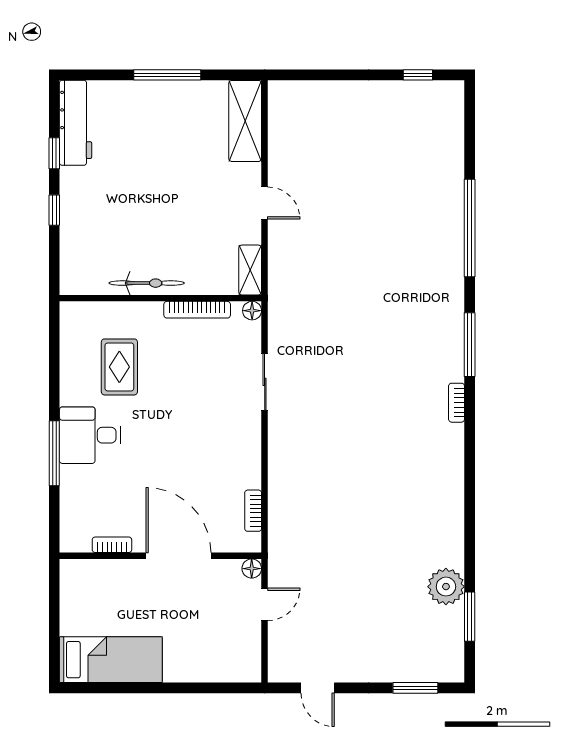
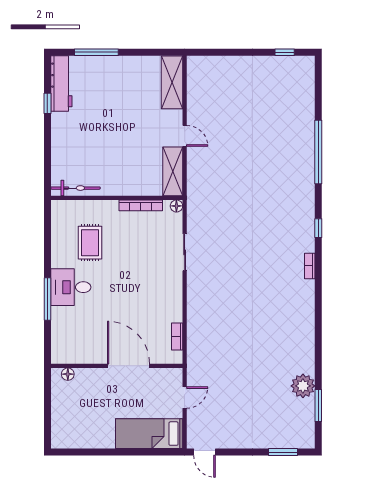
window: (167, 75) -> (96, 52), moved
window: (54, 210) -> (47, 140), removed
shelving: (250, 270) -> (173, 171), width x1.50, depth x1.33
bicycle: (147, 283) -> (75, 188), moved
window: (470, 345) -> (318, 228), width x0.46
bookcase: (112, 545) -> (85, 359), removed
floor lamp: (252, 569) -> (68, 374), moved
bed: (111, 660) -> (149, 434), moved, turned 180
door: (318, 688) -> (204, 452), moved

